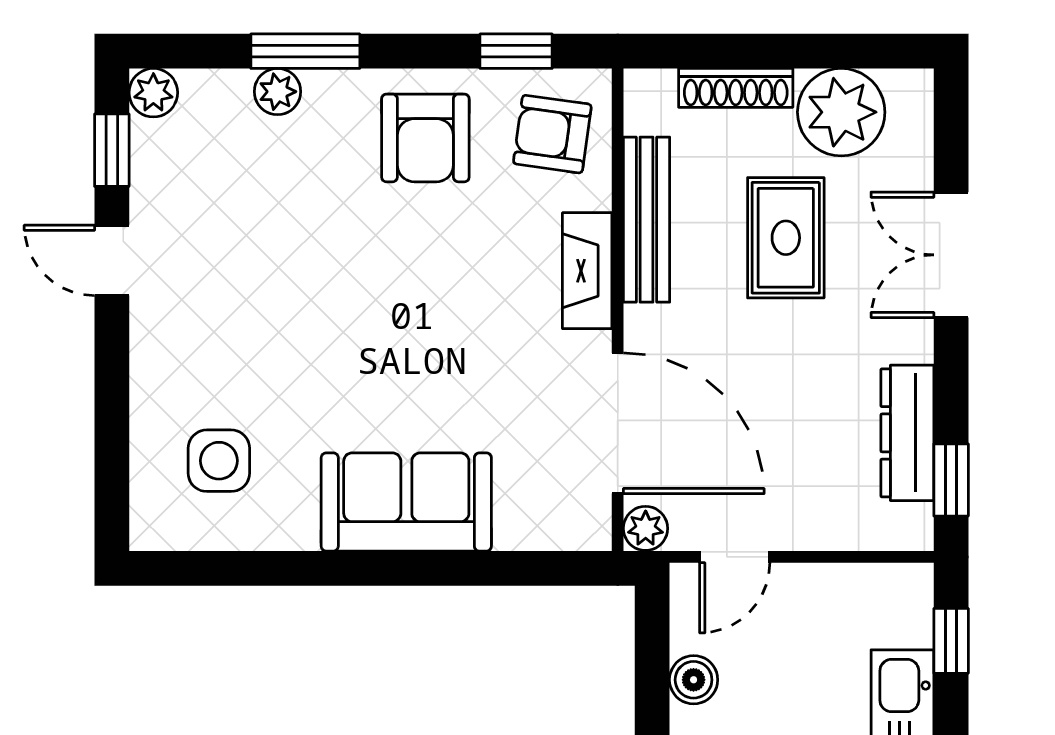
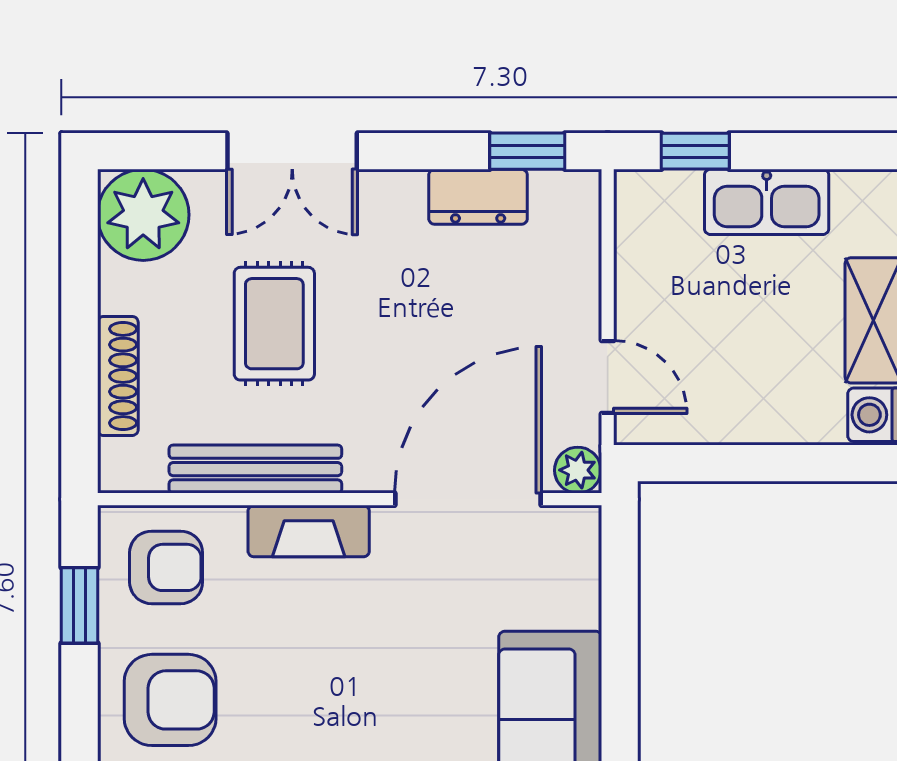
plant: (841, 112) -> (143, 215), moved
armchair: (552, 134) -> (166, 567), turned -98
rug: (786, 238) -> (274, 324), turned 90
dresser: (907, 433) -> (478, 197), width x0.70
boiler: (694, 680) -> (736, 420), removed

